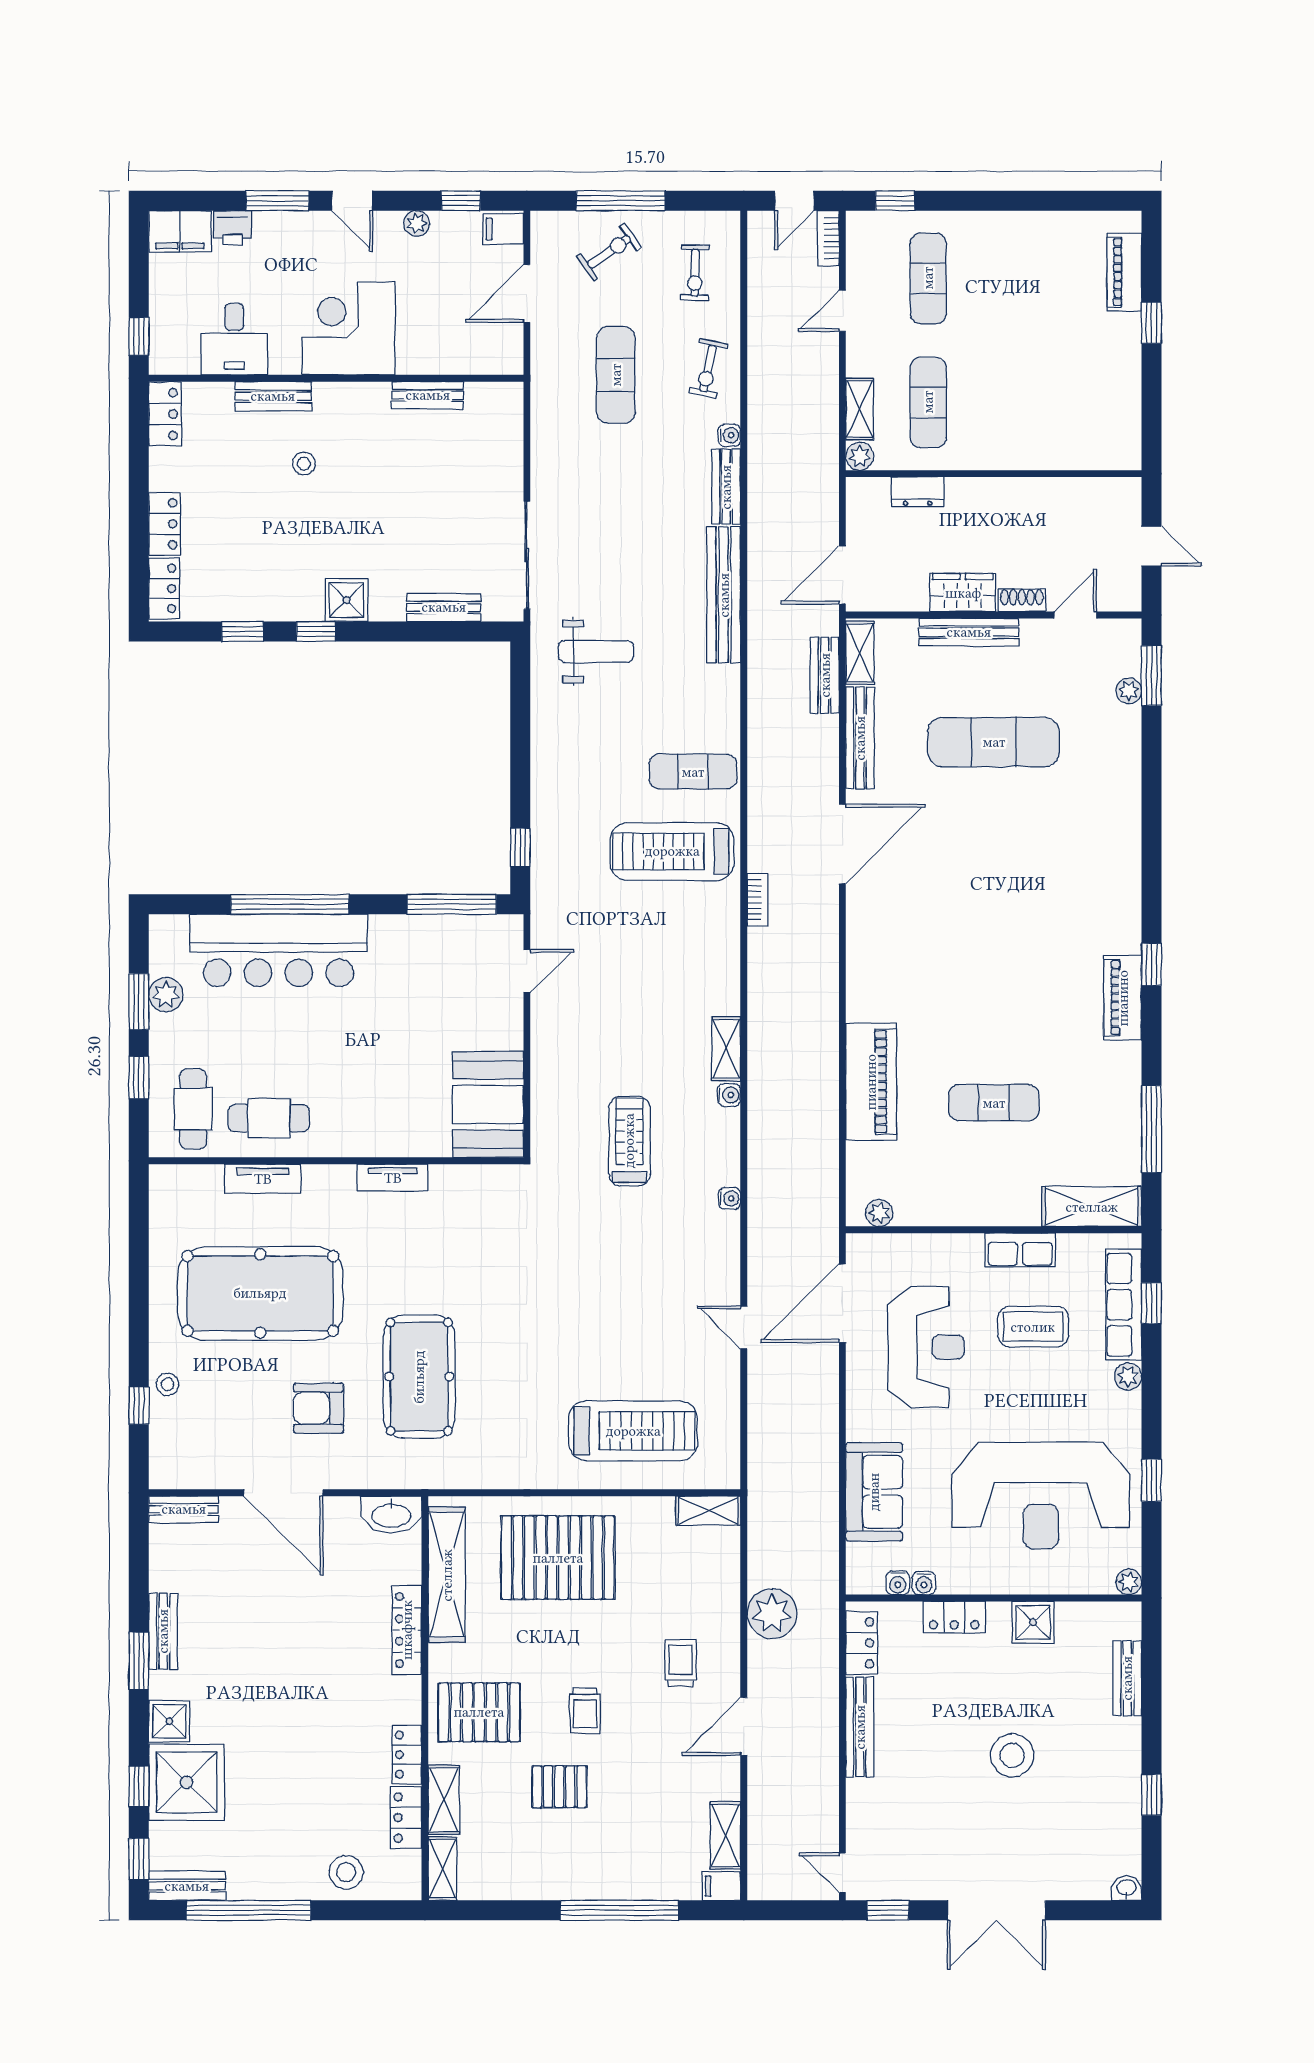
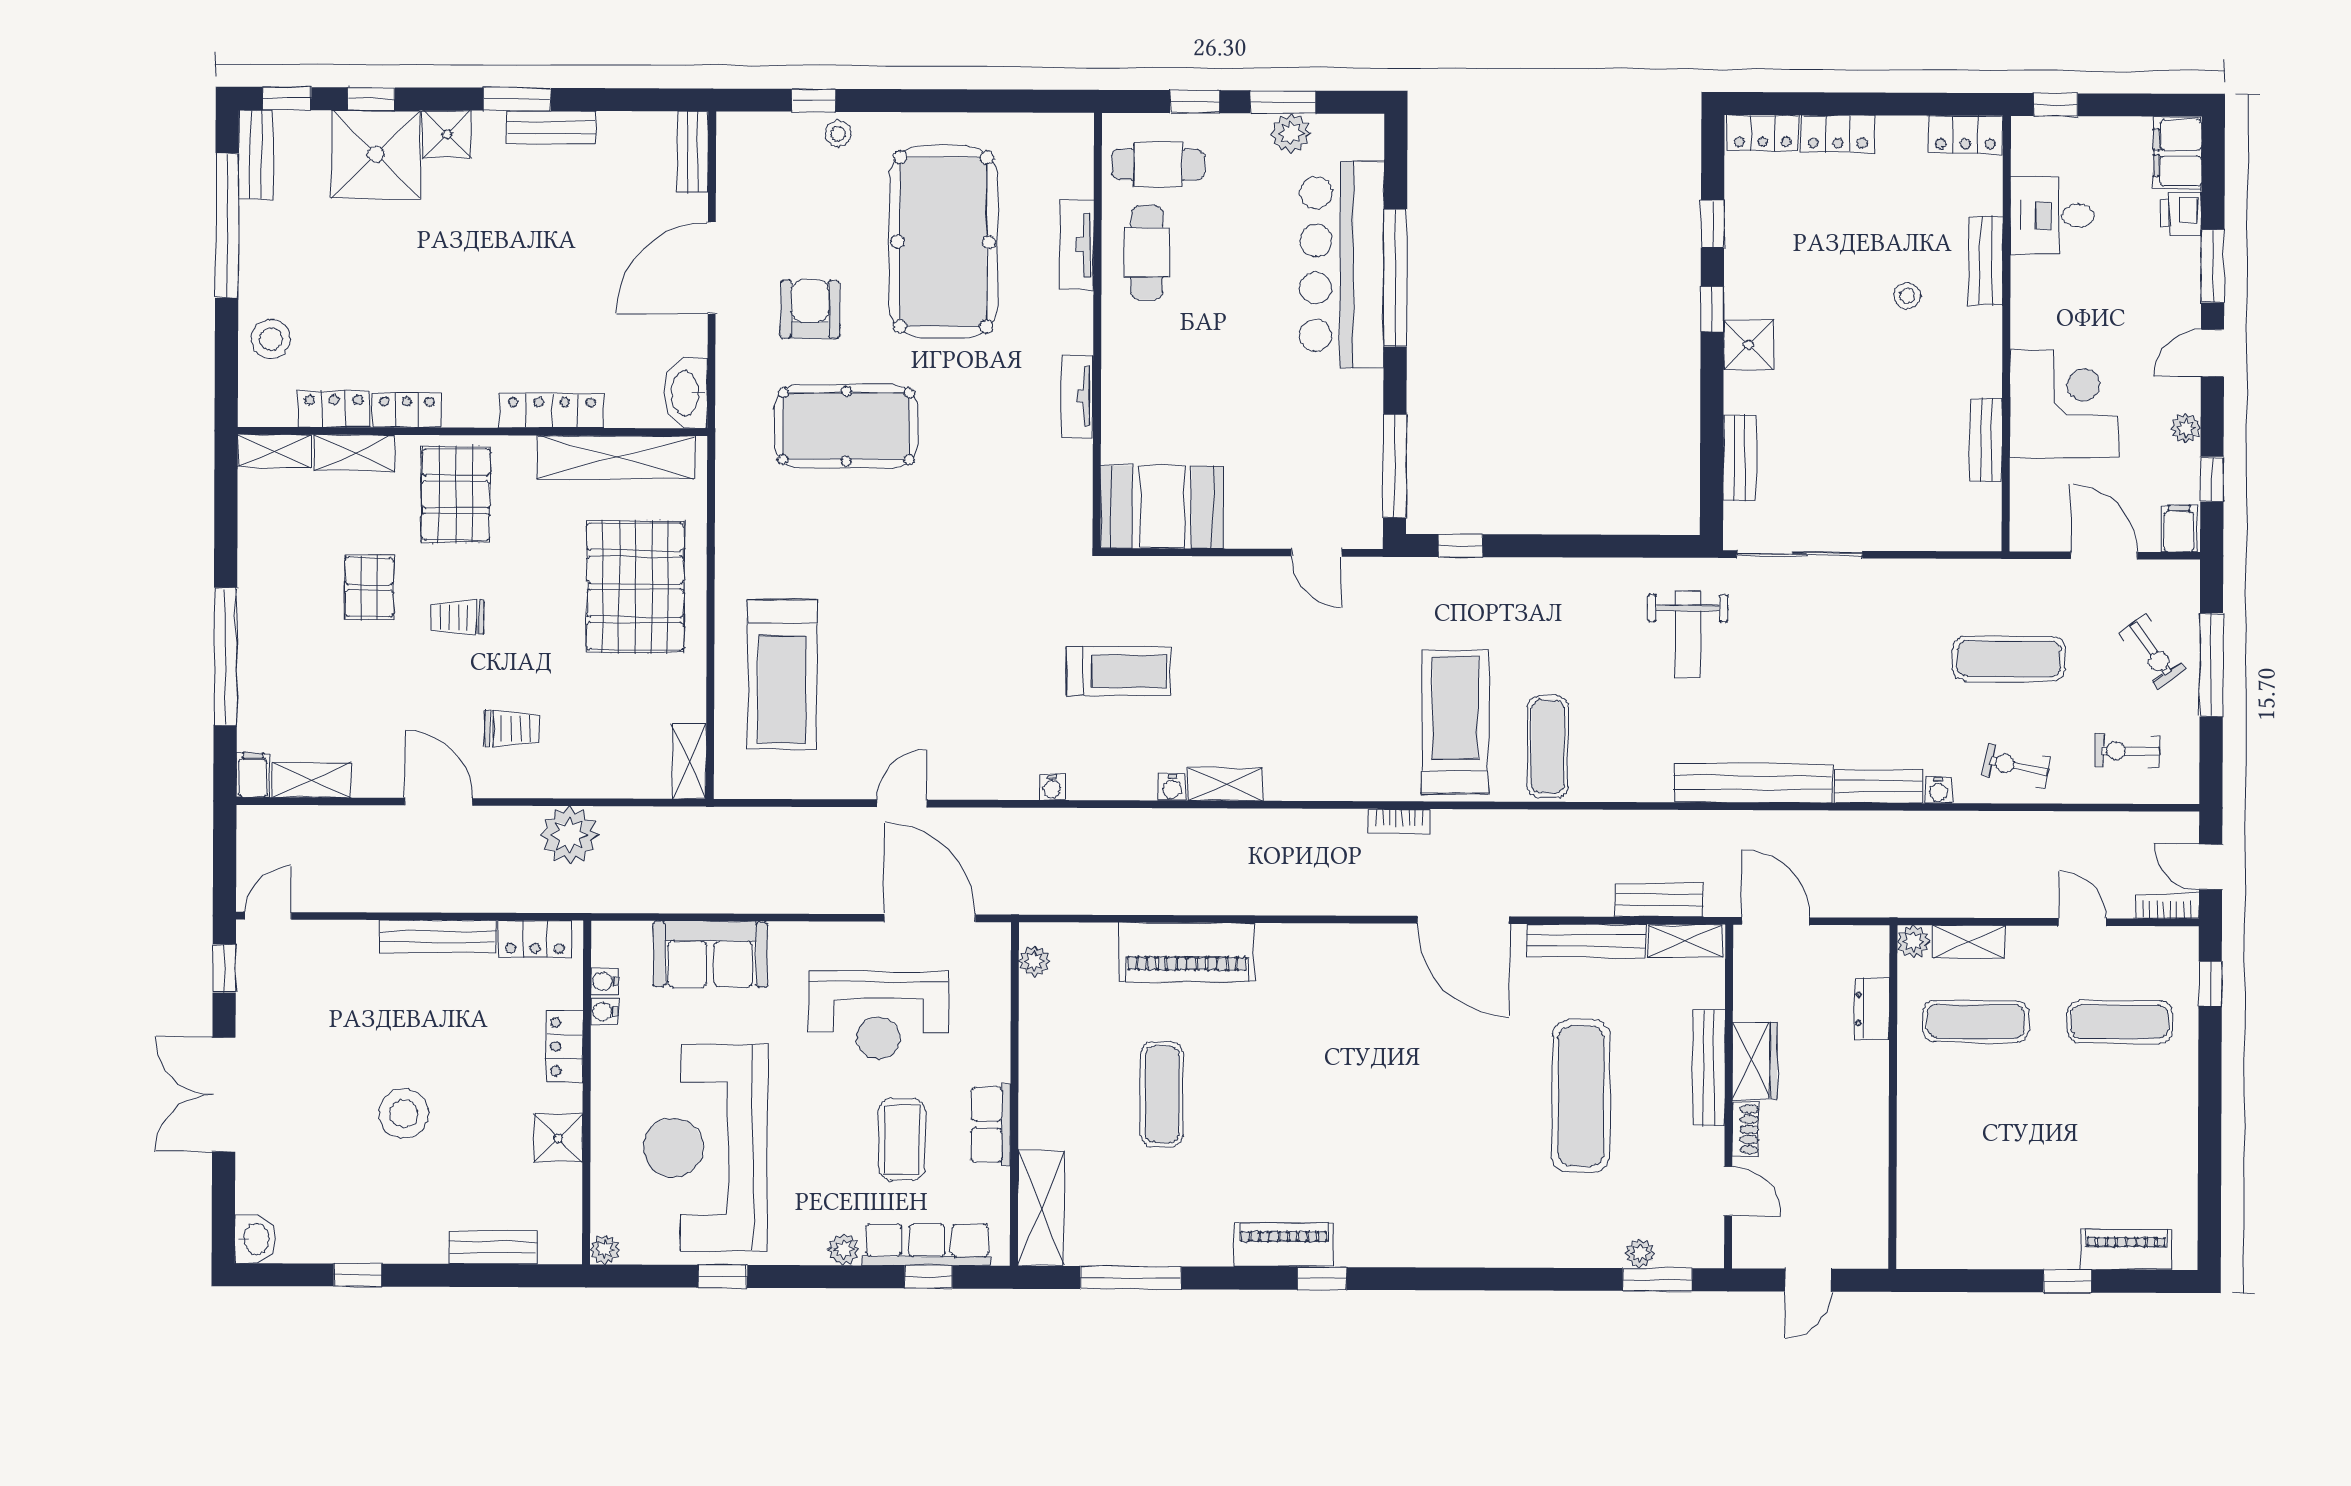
corner desk: (349, 328) -> (2064, 404), moved
washbasin: (1127, 1888) -> (255, 1239), width x1.38, depth x1.45

